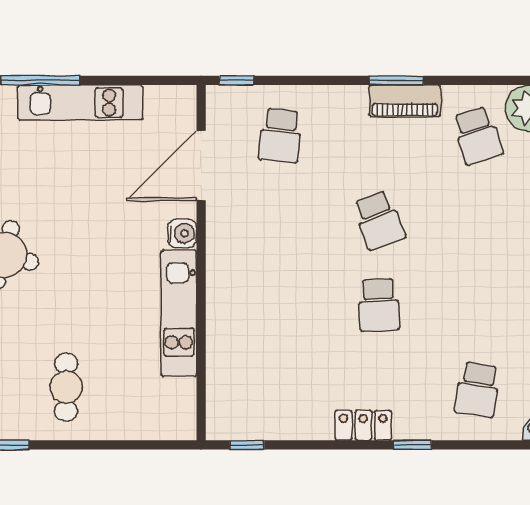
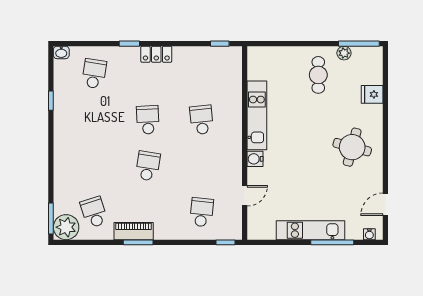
door: (201, 166) -> (245, 196), width x0.53
school desk: (379, 220) -> (148, 166), turned 30
school desk: (280, 305) -> (202, 120), added
plant: (19, 428) -> (344, 53), added

